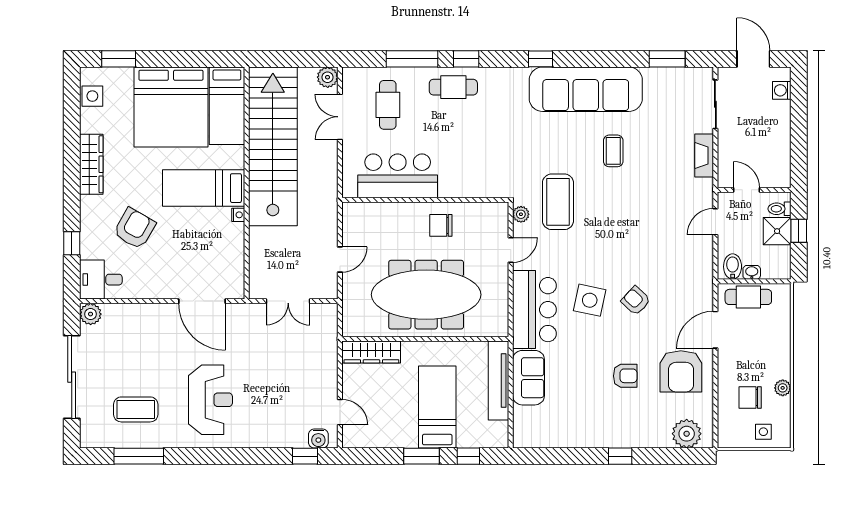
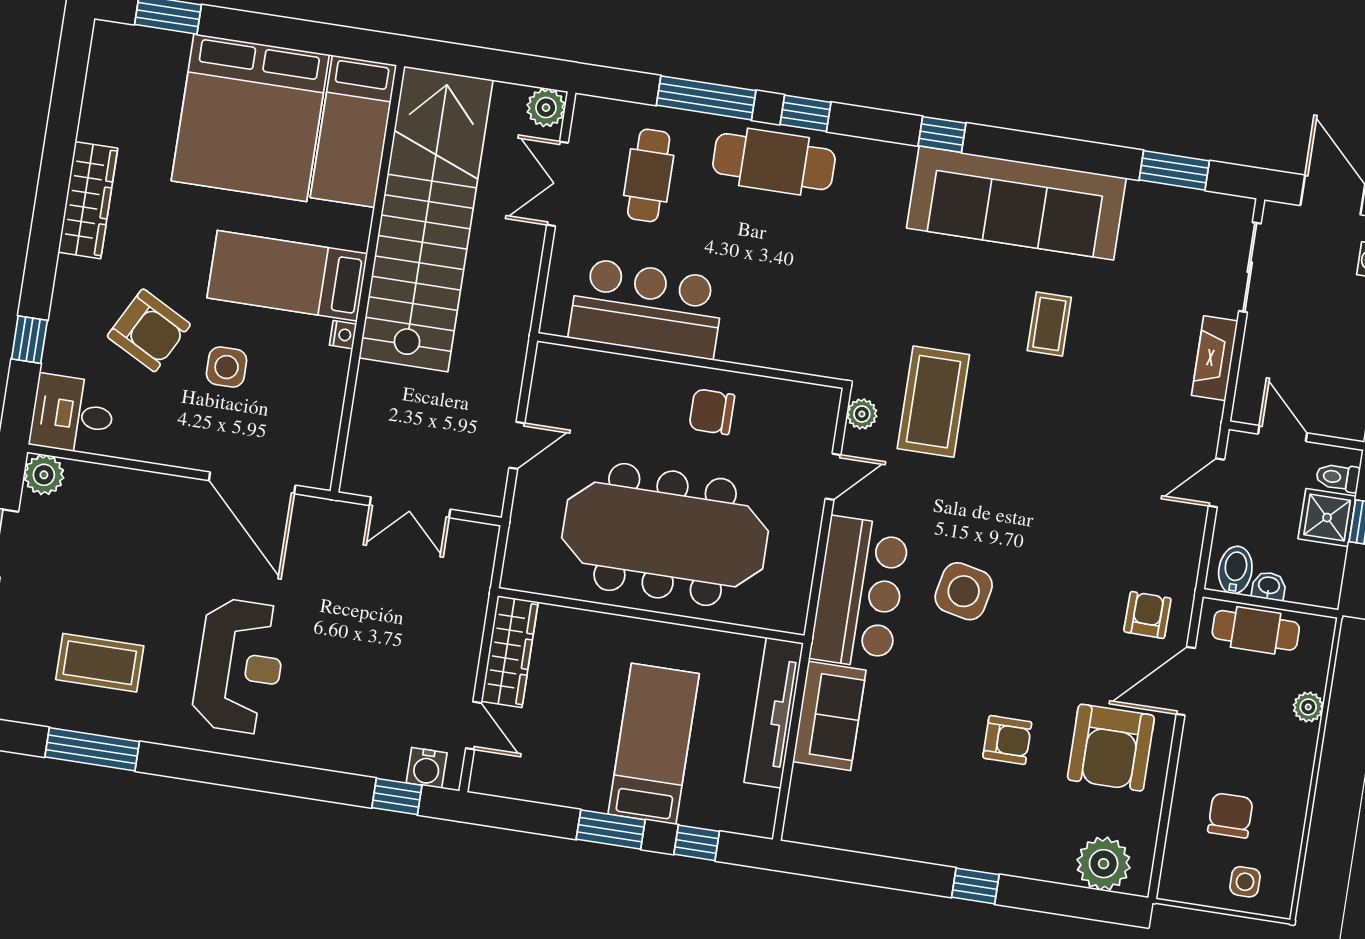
cafe table: (453, 87) -> (774, 162), width x1.37, depth x1.35
side table: (92, 96) -> (227, 367), moved
armchair: (134, 229) -> (149, 330), turned 88
armchair: (636, 301) -> (1147, 615), moved, turned 48
wardrobe: (371, 352) -> (510, 652), moved, turned -90
plant: (783, 388) -> (1308, 707), moved
chair: (750, 398) -> (1230, 815), turned 90

